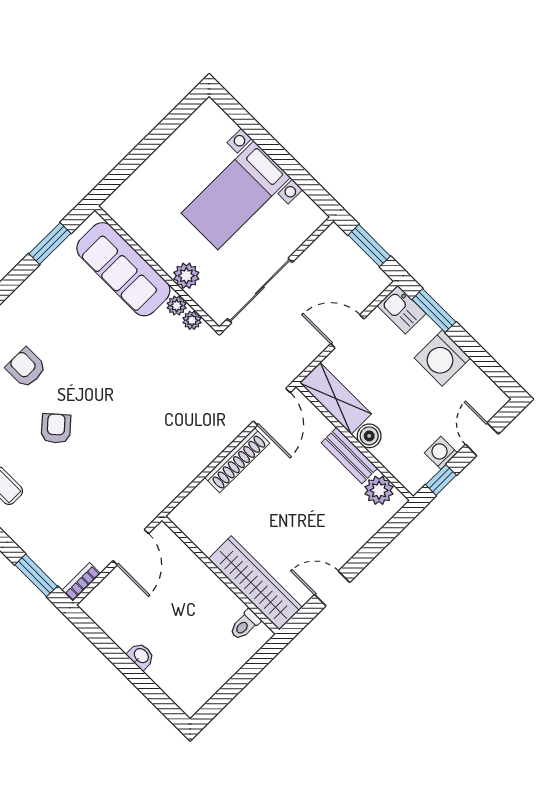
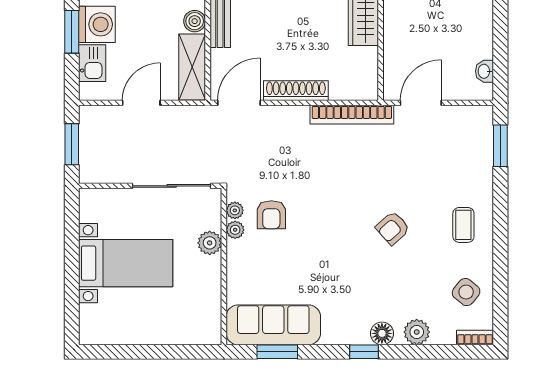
sofa: (123, 269) -> (273, 325), moved, turned -90
kitchen sink: (402, 310) -> (92, 63), moved
window: (434, 311) -> (72, 32), moved
door: (347, 331) -> (141, 103), swing flipped
armchair: (26, 368) -> (271, 215), moved
bookcase: (81, 582) -> (352, 115), moved, width x2.31, depth x1.31
washbasin: (141, 656) -> (484, 71), moved

